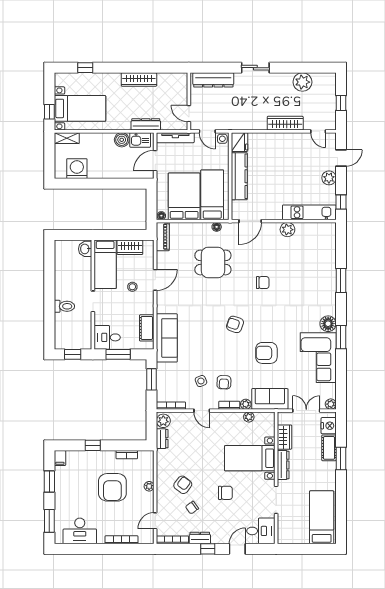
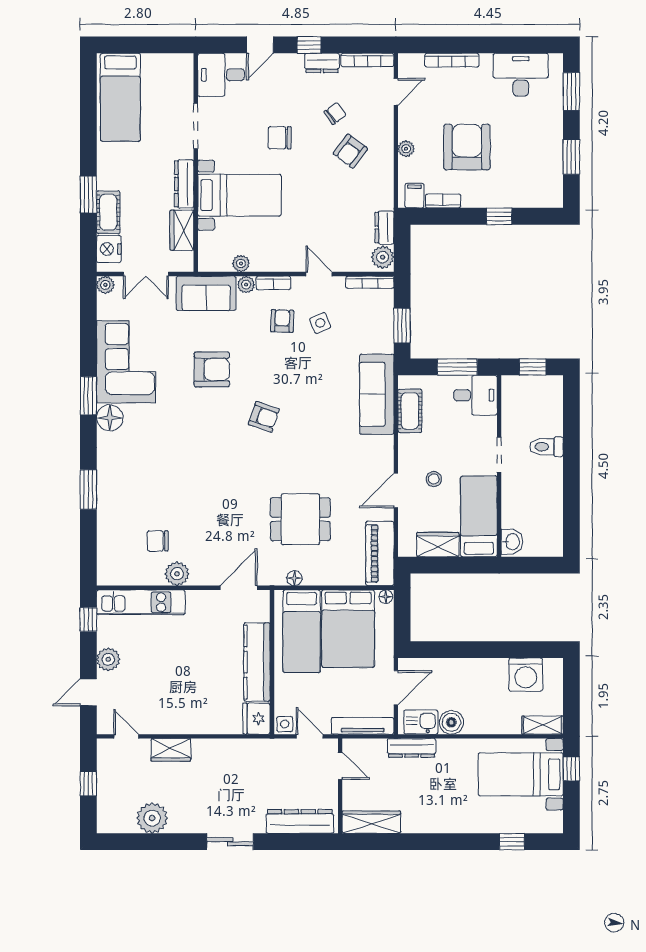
wardrobe: (139, 80) -> (371, 822), moved
wardrobe: (285, 123) -> (171, 750), width x0.67
piano: (163, 237) -> (380, 553), width x1.37, depth x1.33
chair: (263, 283) -> (158, 541), moved
filing cabinet: (60, 458) -> (414, 196), moved

